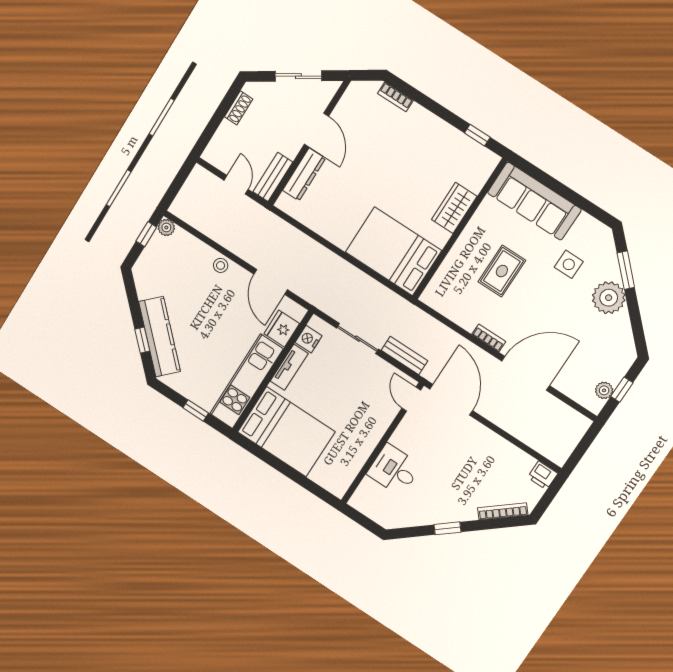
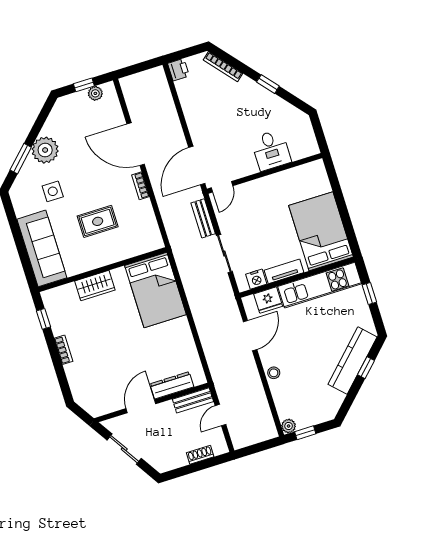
bookcase: (395, 97) -> (63, 350), moved
shoe rack: (239, 108) -> (200, 455), moved

